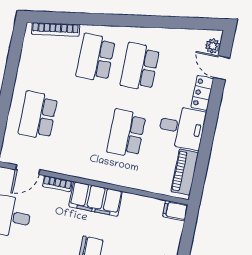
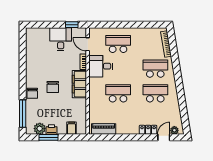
desk: (182, 127) -> (101, 66), moved, turned 90
filing cabinet: (175, 211) -> (72, 128), moved

